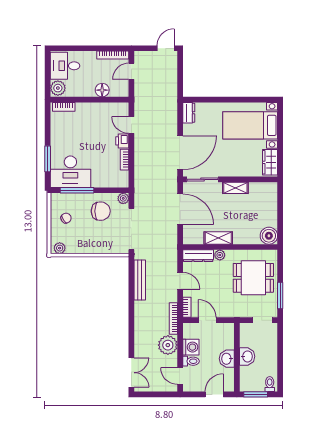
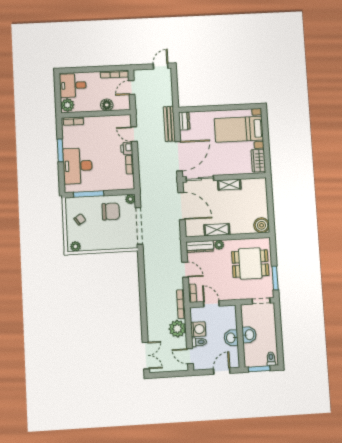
window: (48, 159) -> (60, 150), moved
desk: (70, 172) -> (78, 166), moved, turned 90
bench: (140, 280) -> (169, 124), moved

